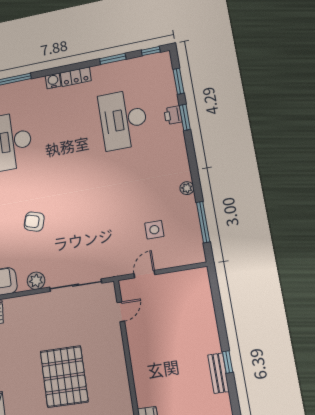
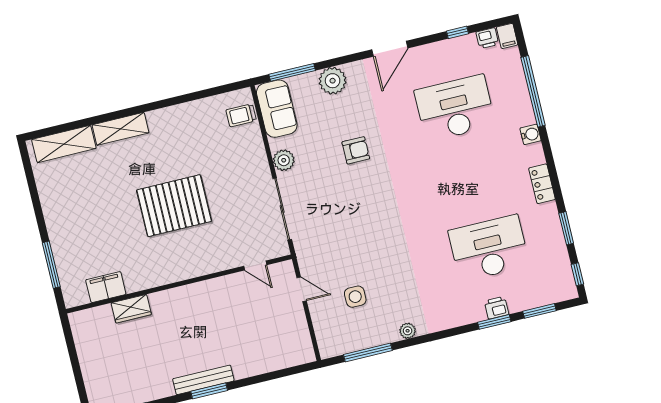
water cooler: (53, 81) -> (531, 134), moved
armchair: (34, 222) -> (356, 150), turned 73
window: (228, 362) -> (209, 391), width x1.50
bench: (218, 373) -> (203, 380), width x1.36

